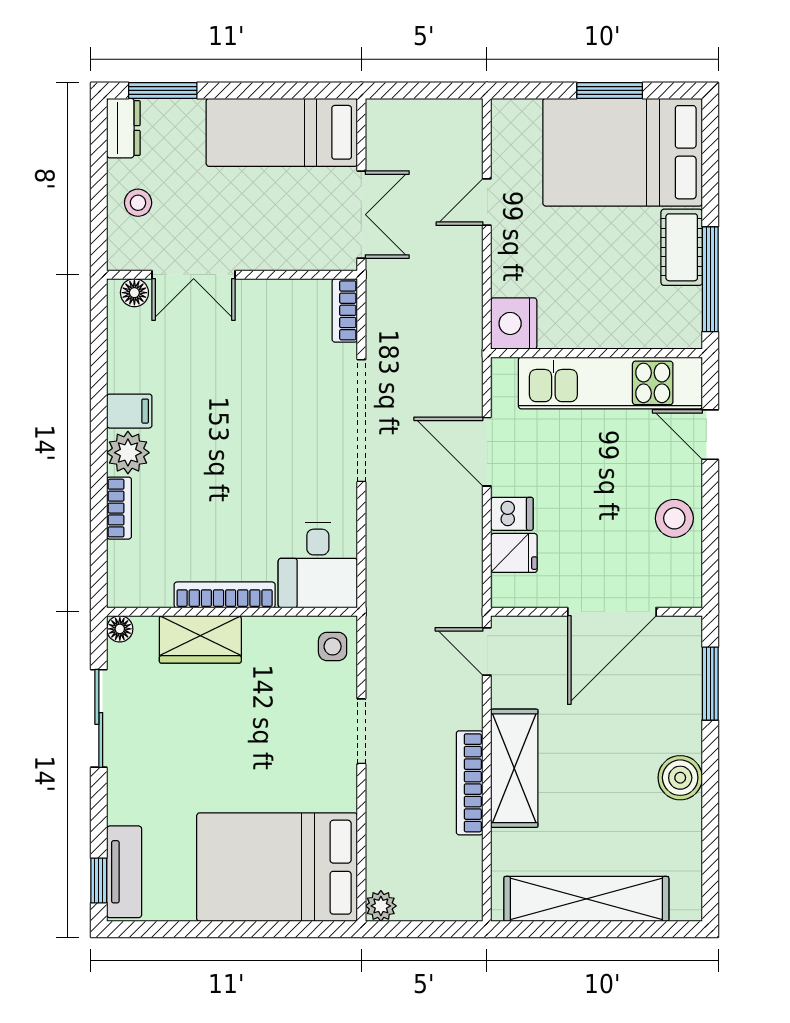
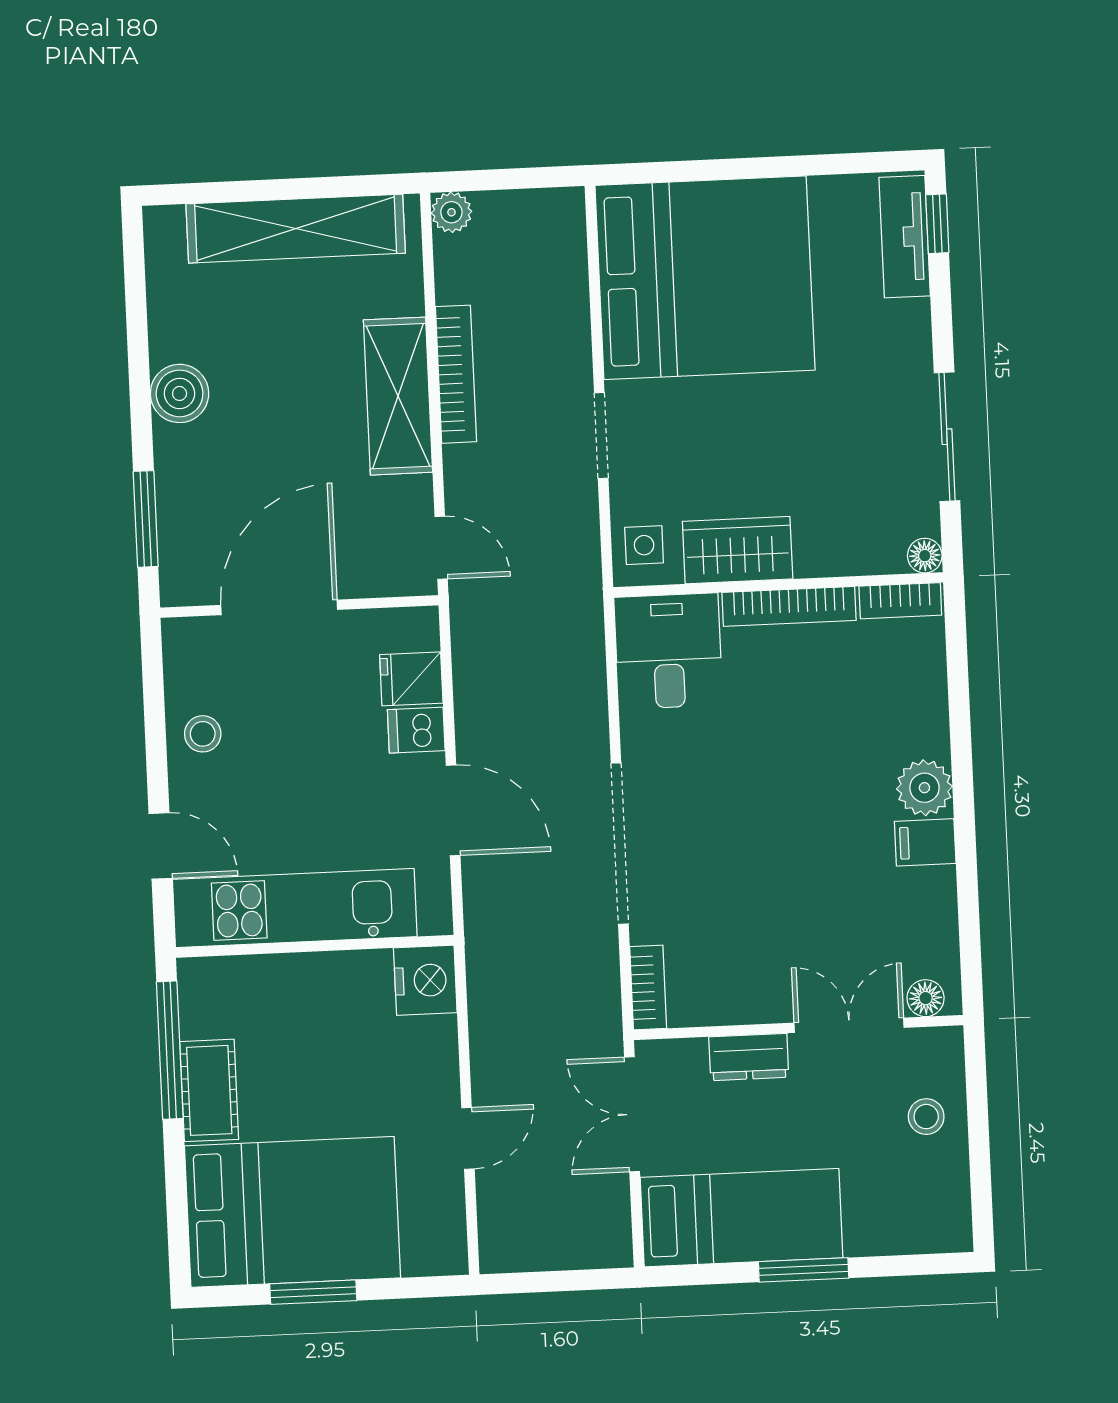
window: (163, 90) -> (804, 1270), moved
dresser: (123, 128) -> (749, 1057), moved, turned -90
bookcase: (119, 508) -> (900, 601), moved, turned -90
stool: (674, 518) -> (203, 734), width x0.73, depth x0.73
wardrobe: (200, 639) -> (738, 550), moved
bed: (277, 867) -> (705, 278), width x1.36
plant: (381, 906) -> (451, 212), moved

